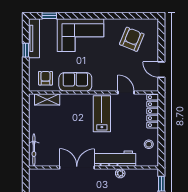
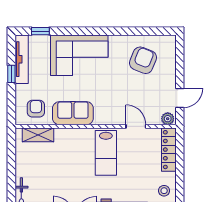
door: (161, 70) -> (180, 98), swing flipped
plant: (152, 86) -> (168, 119), added
lab bench: (102, 114) -> (106, 153), turned 180

